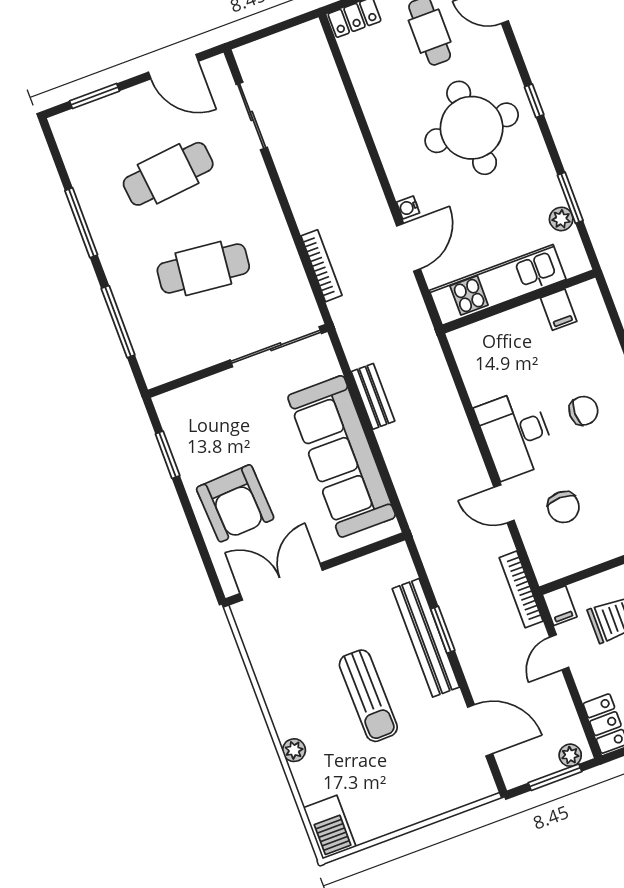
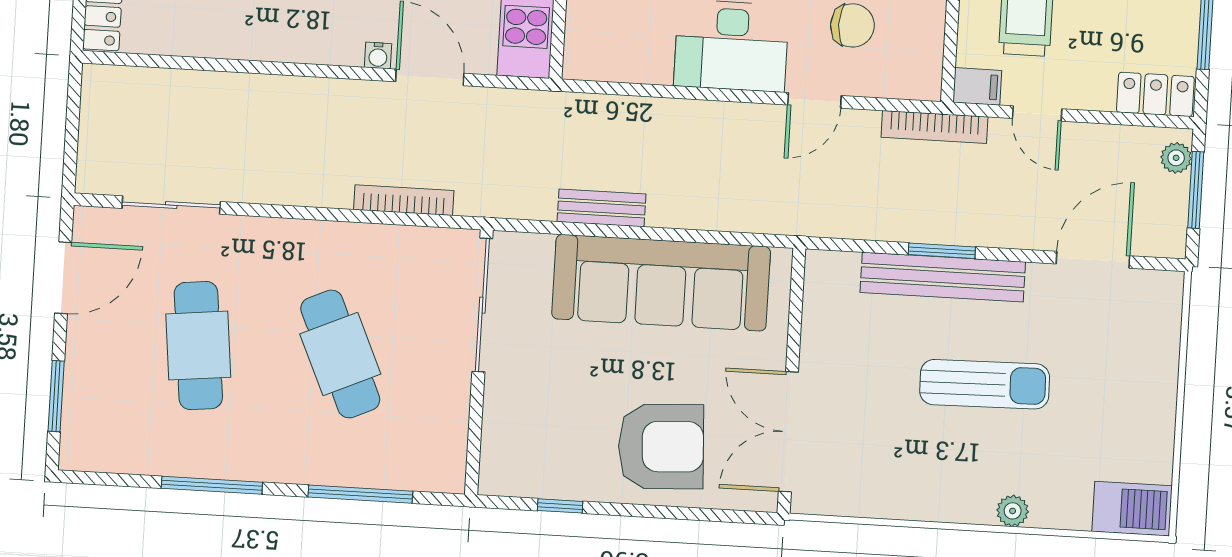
cafe table: (203, 268) -> (340, 354), turned -30
window: (168, 455) -> (560, 506), width x0.67

